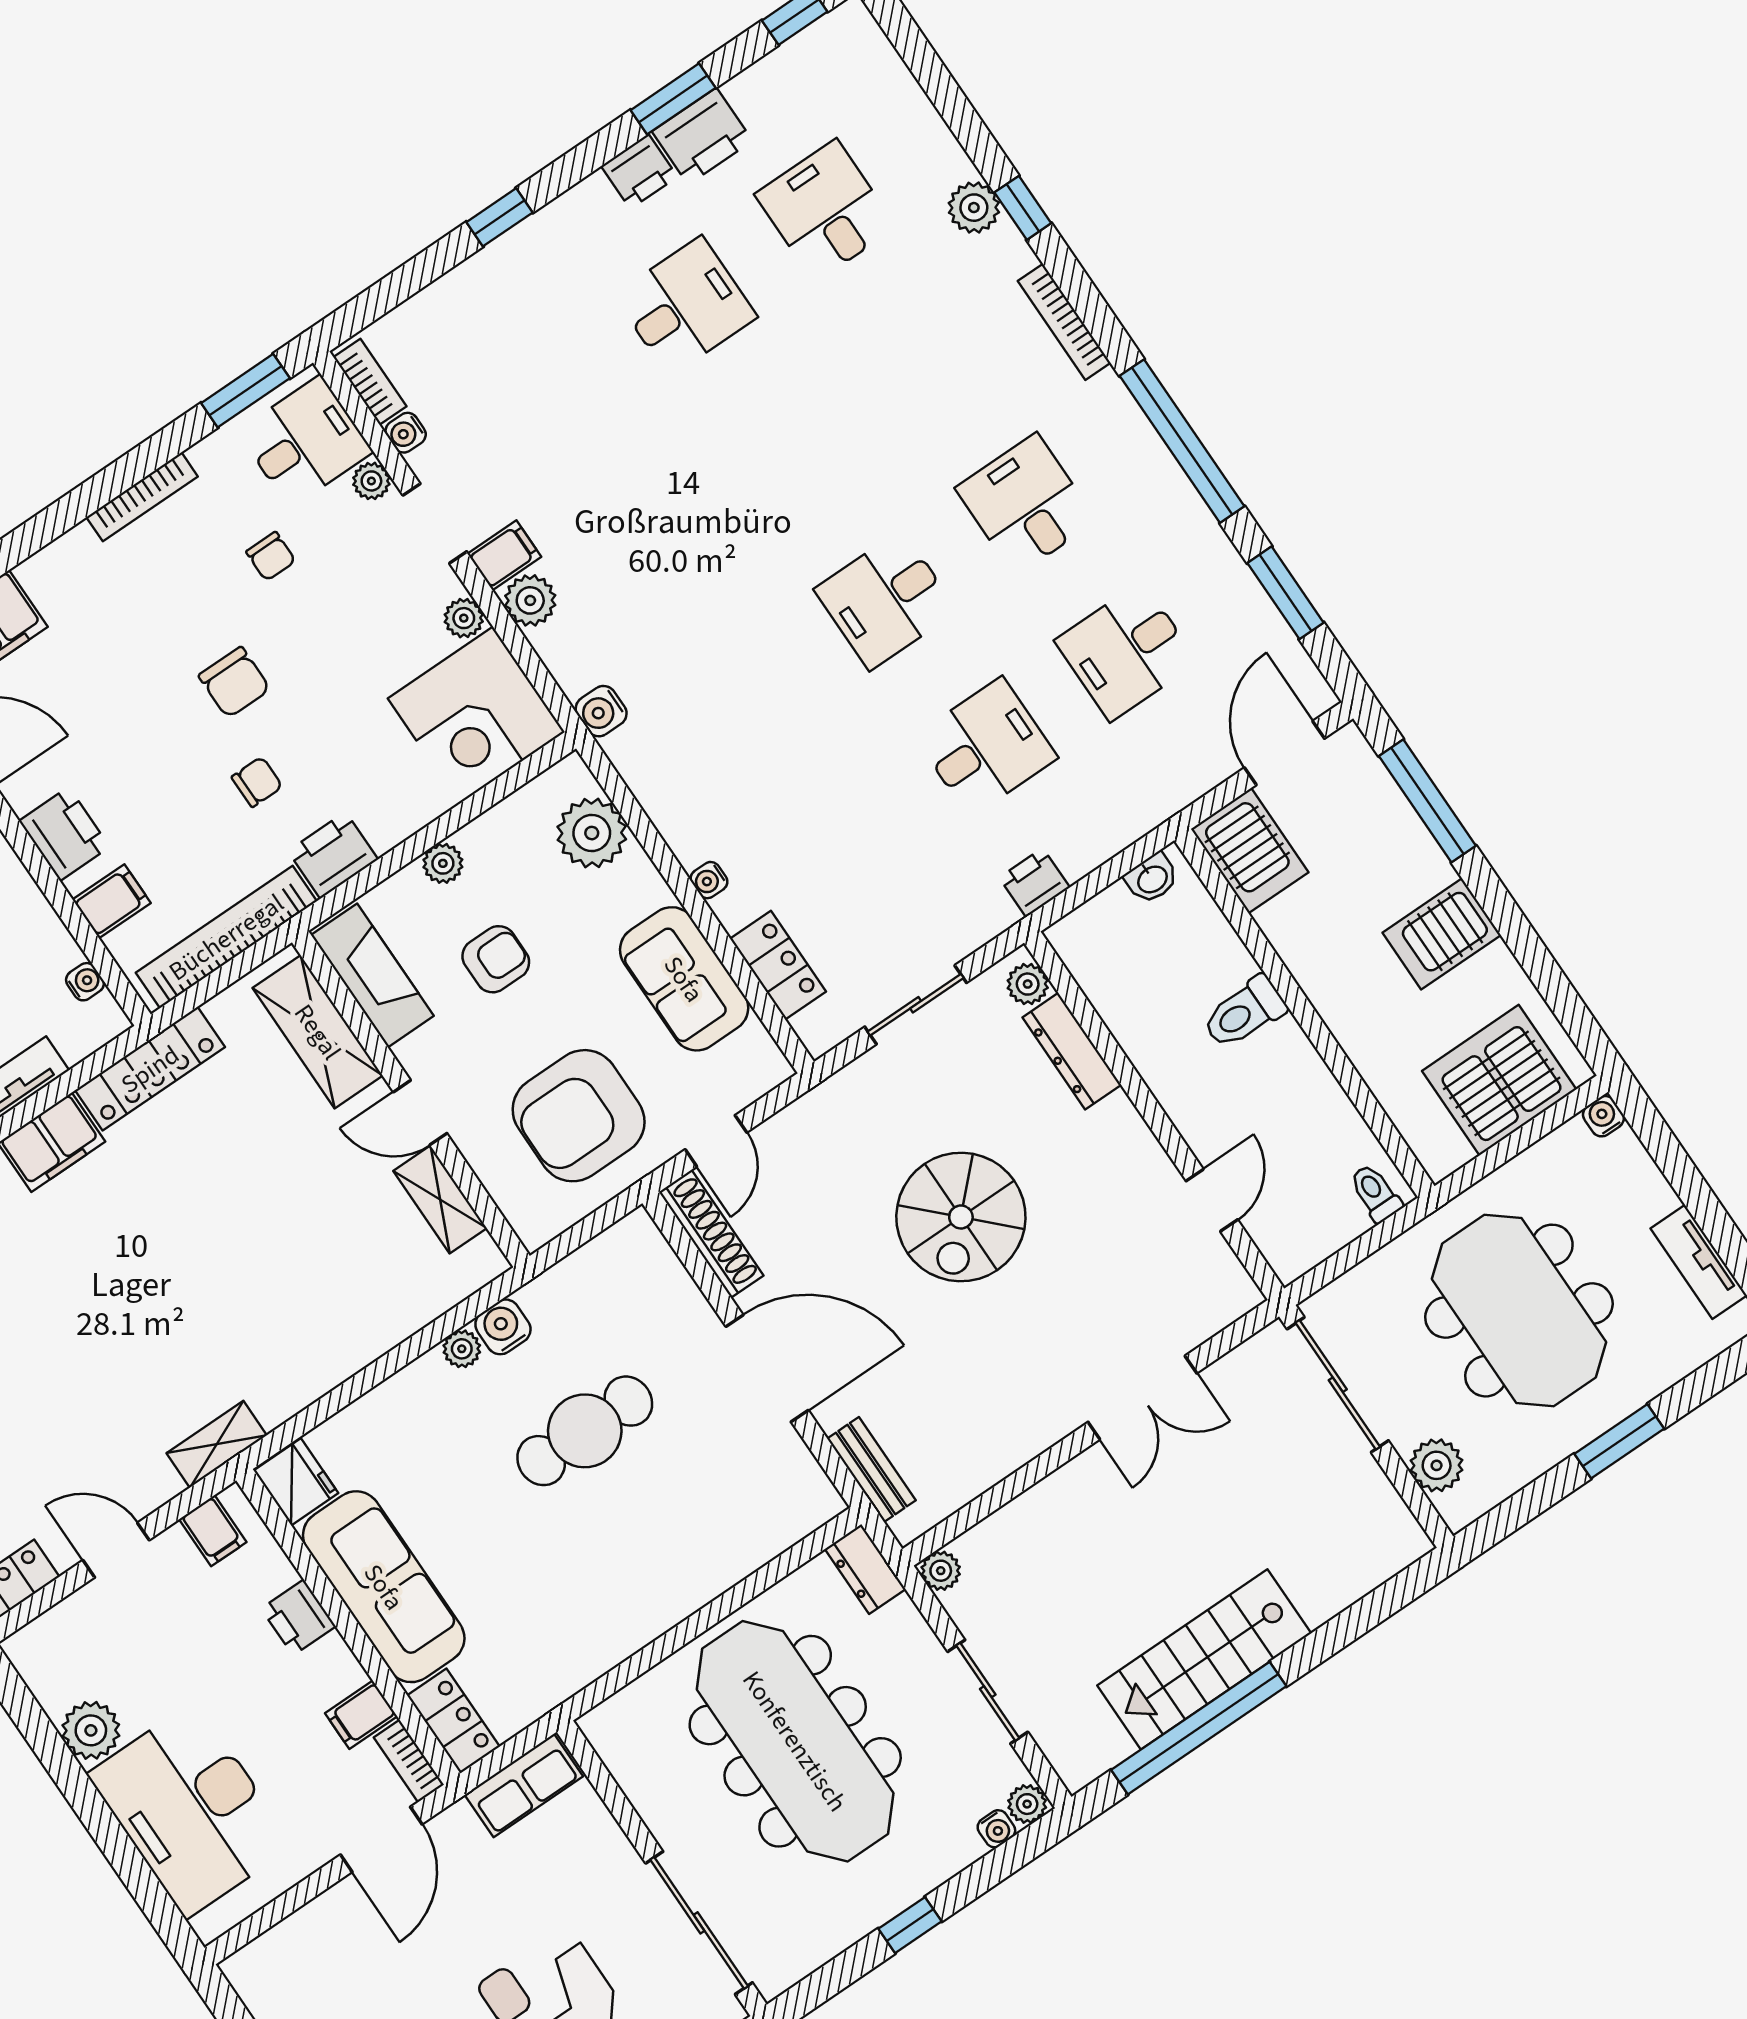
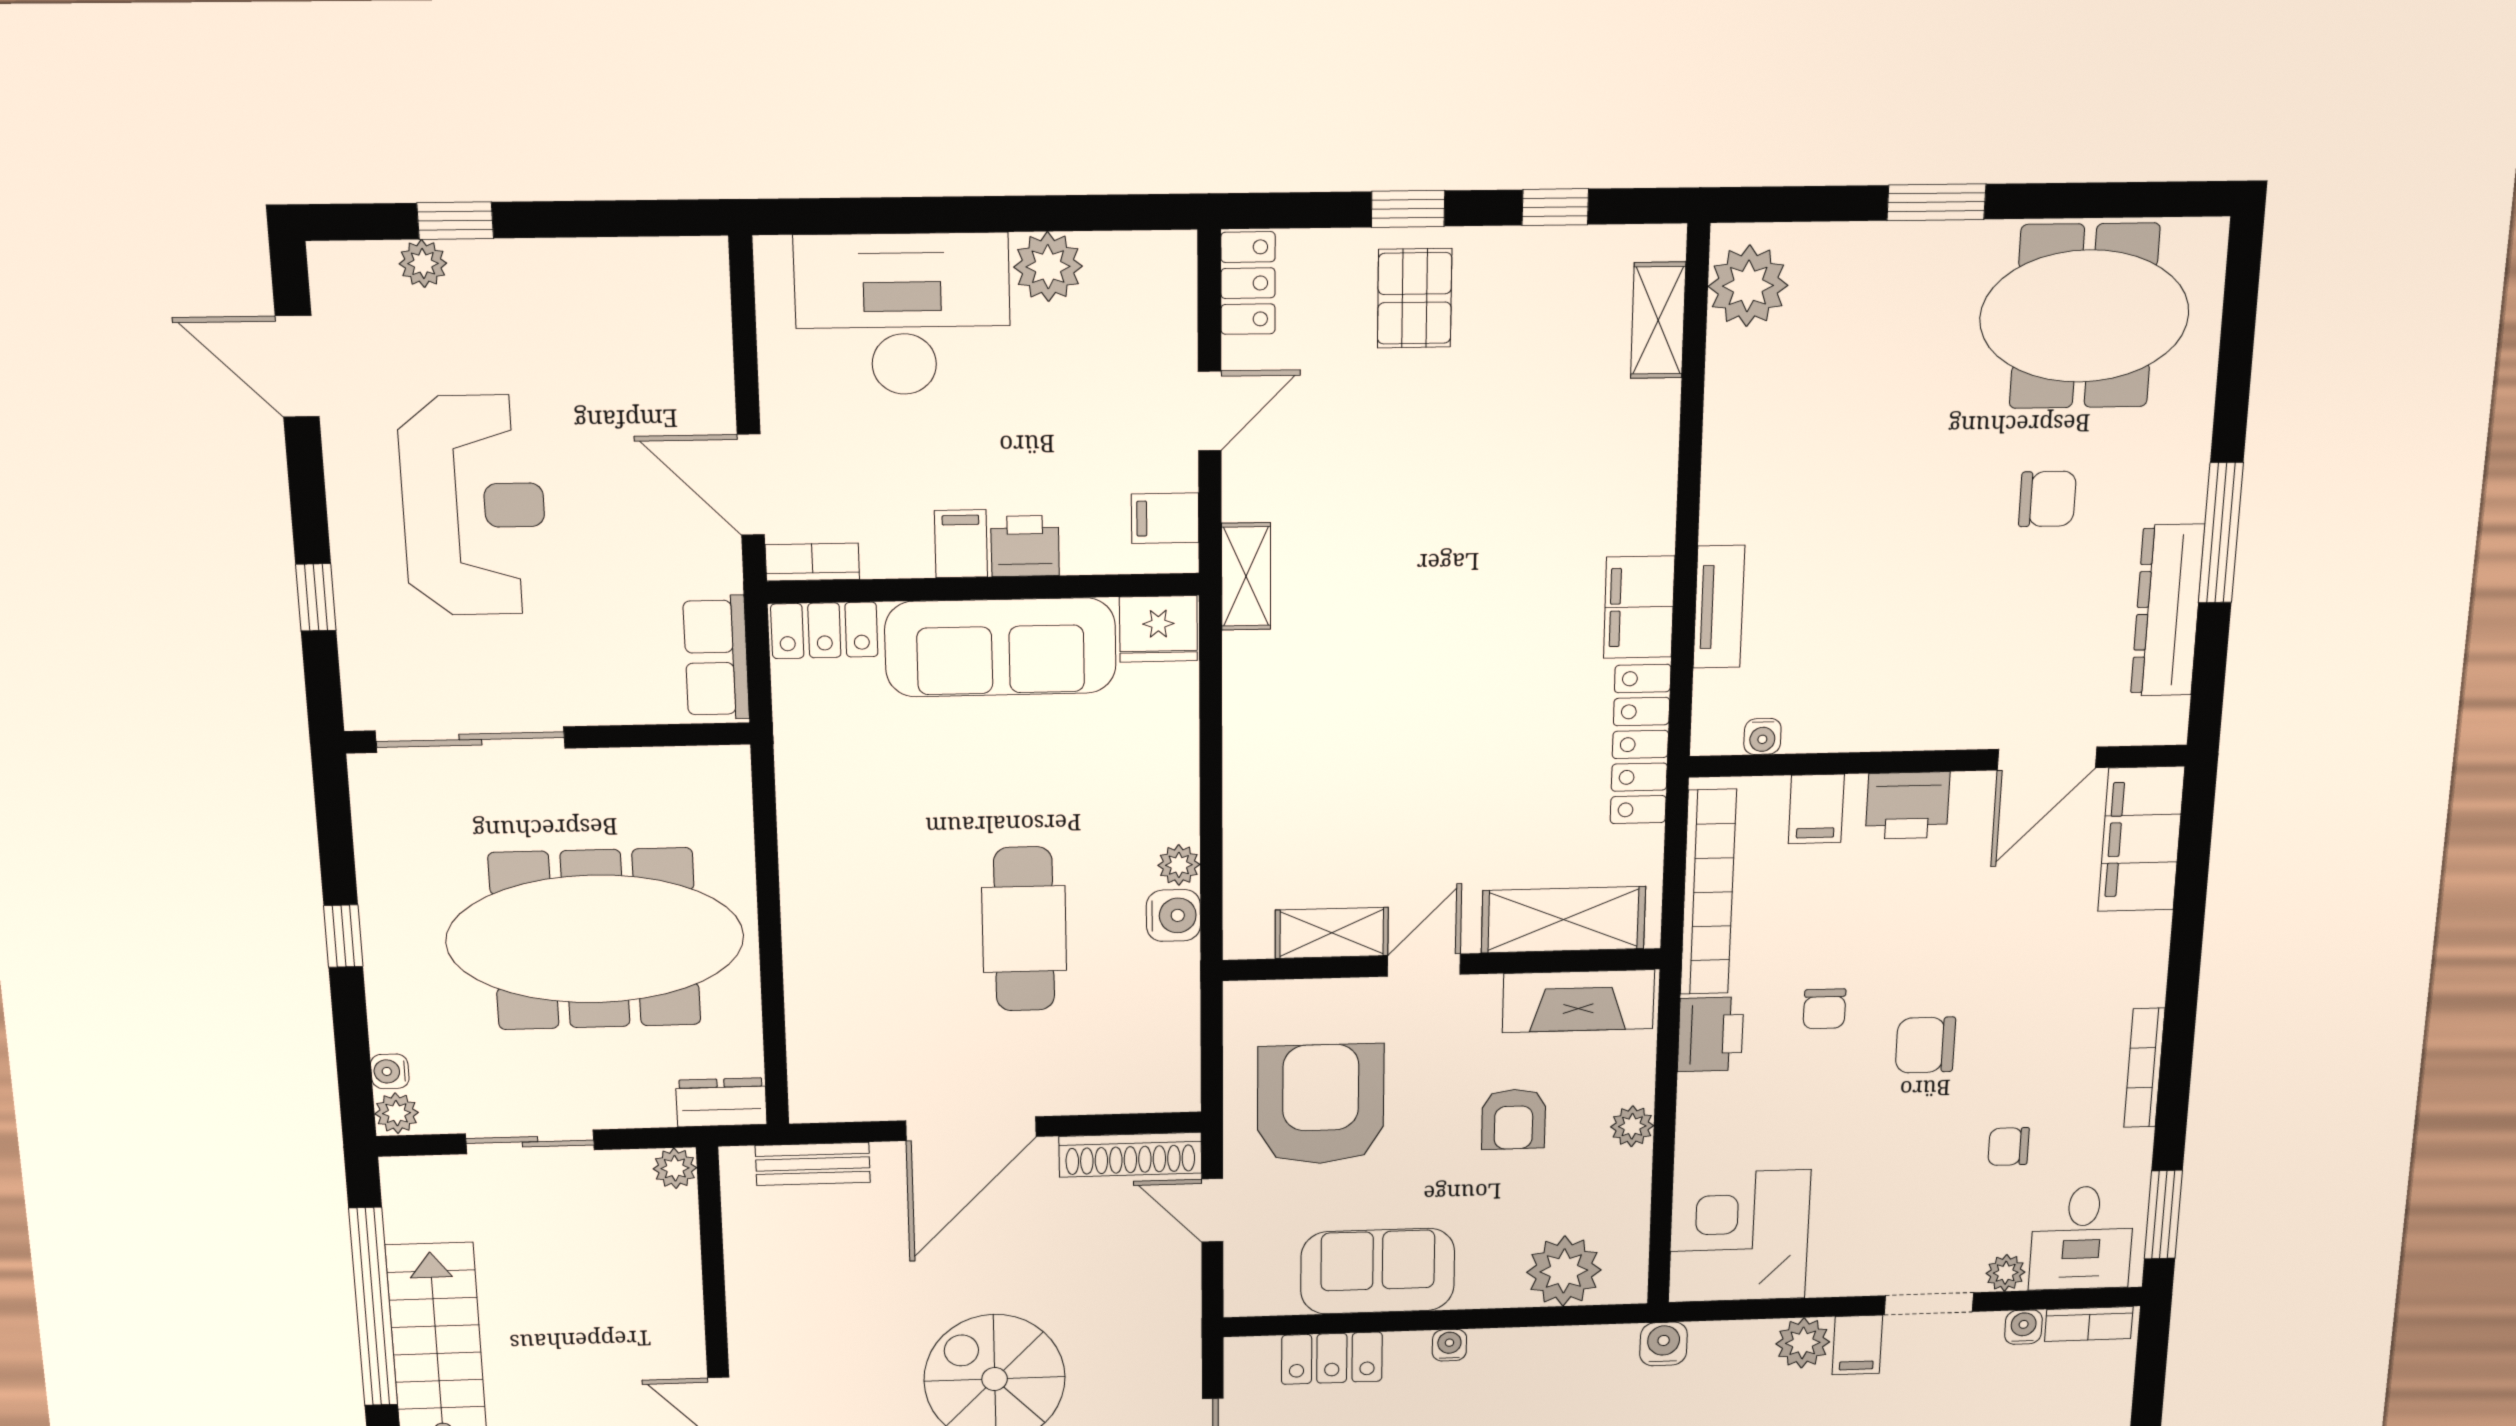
plant: (464, 618) -> (1830, 1278), removed
filing cabinet: (361, 1715) -> (961, 544), moved

